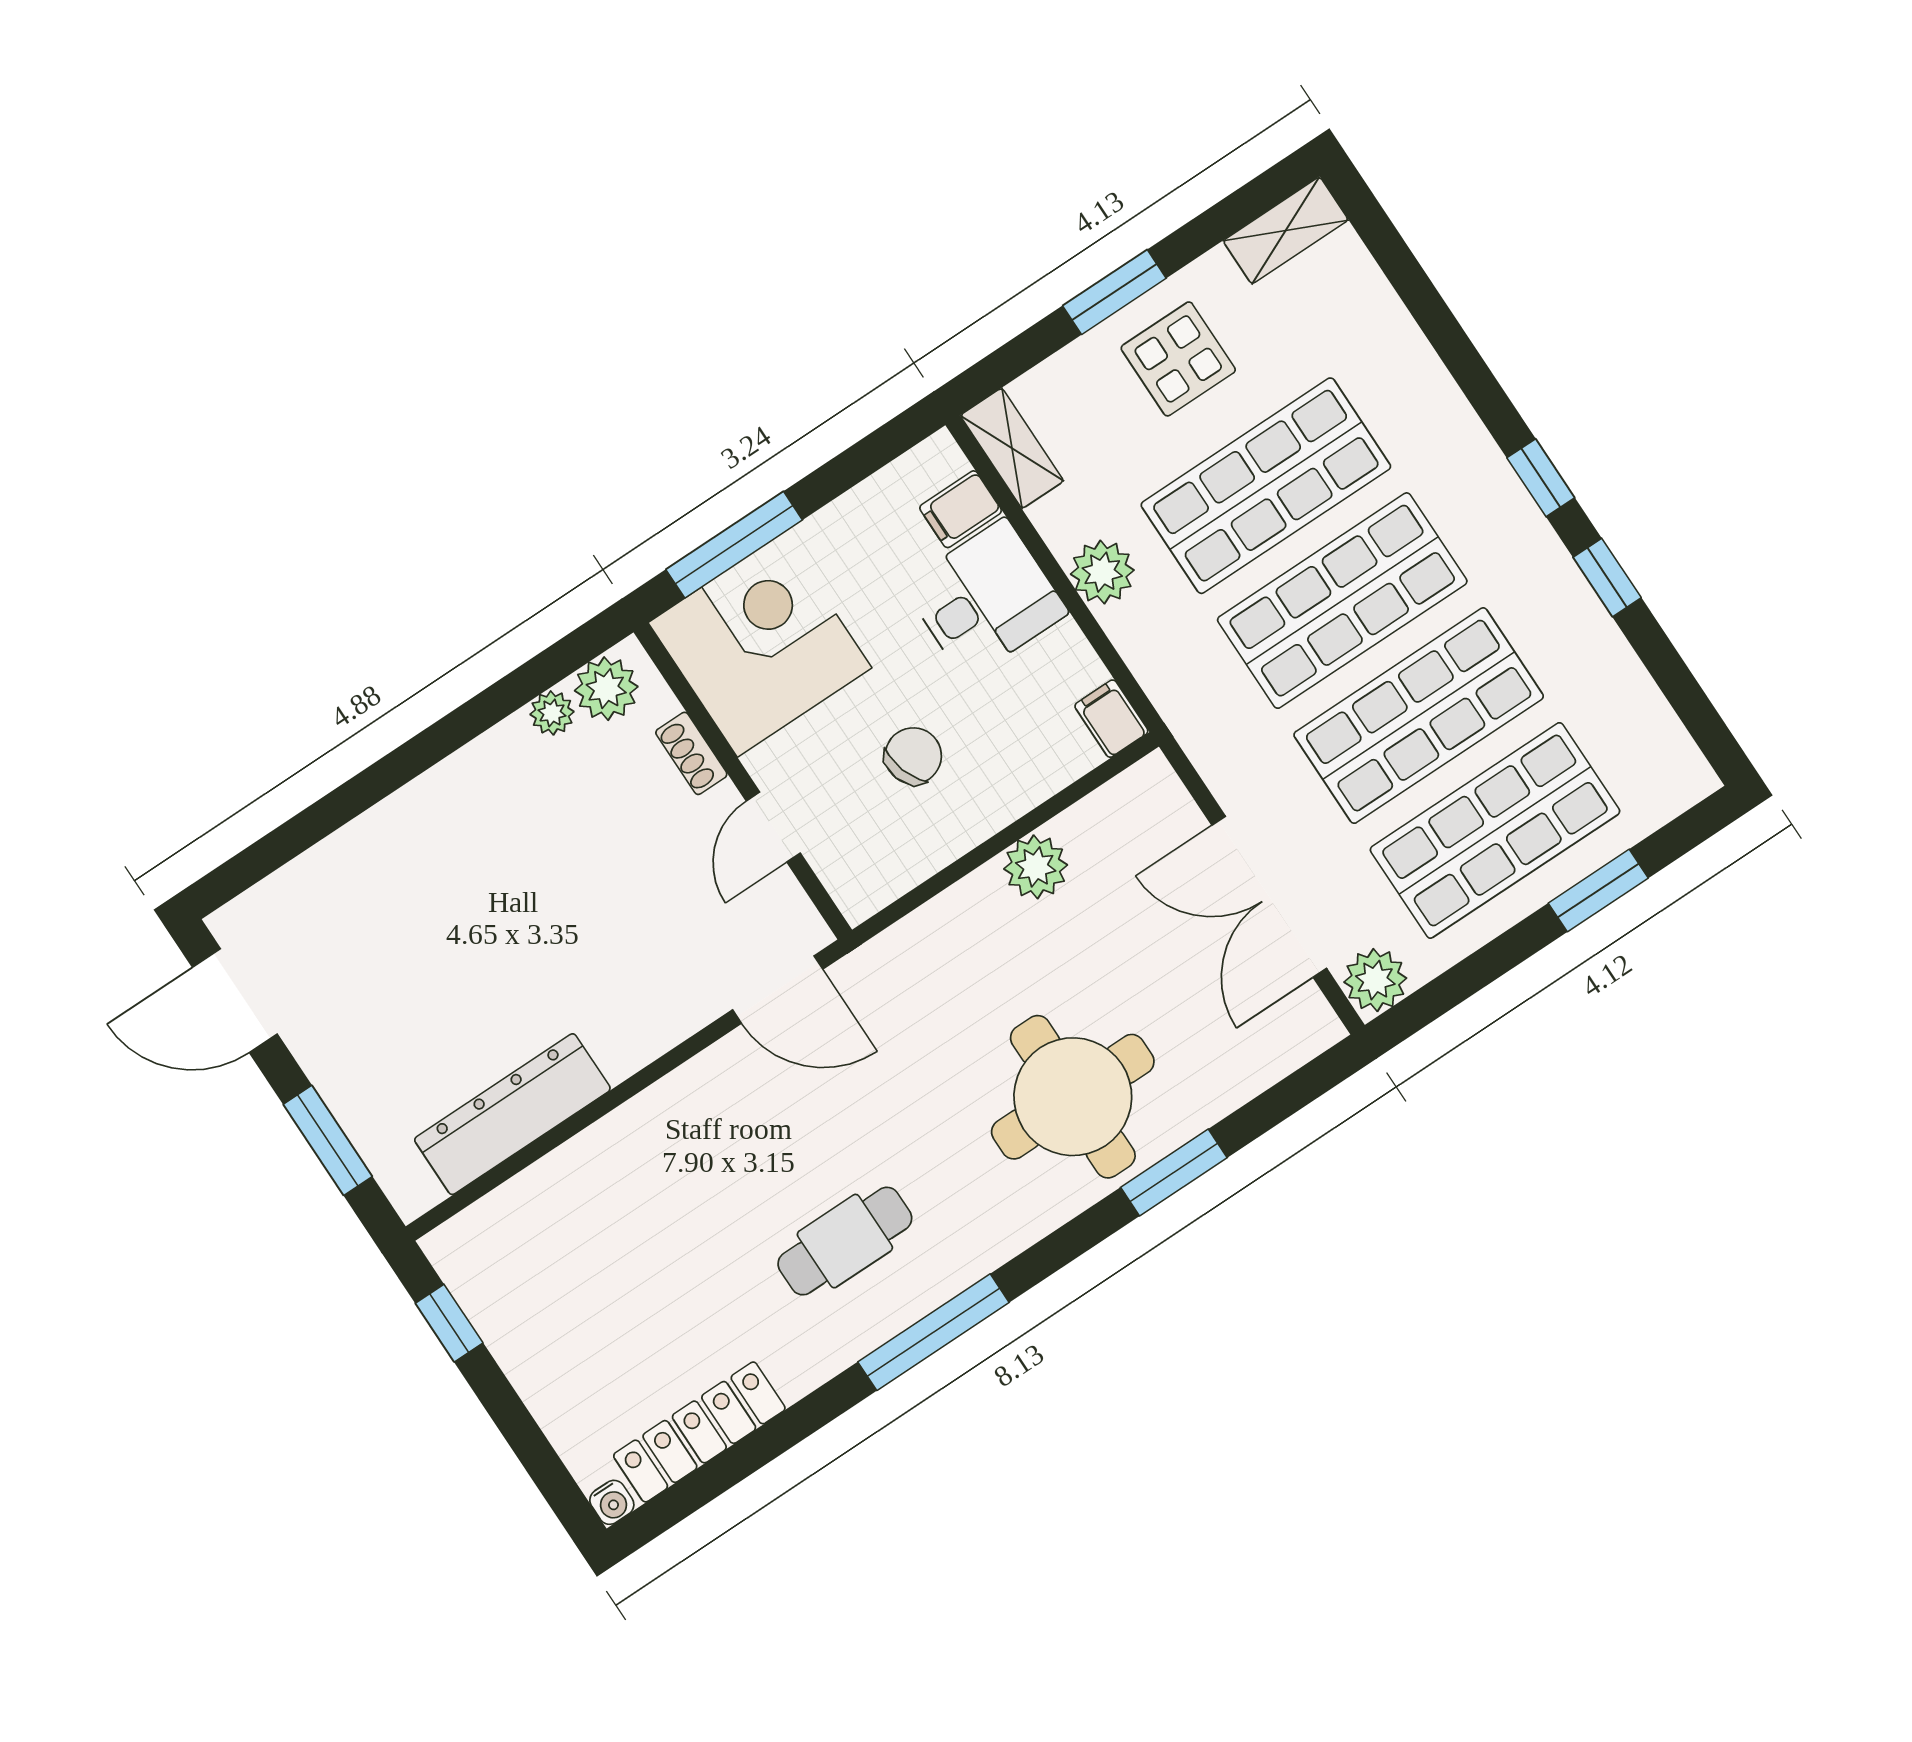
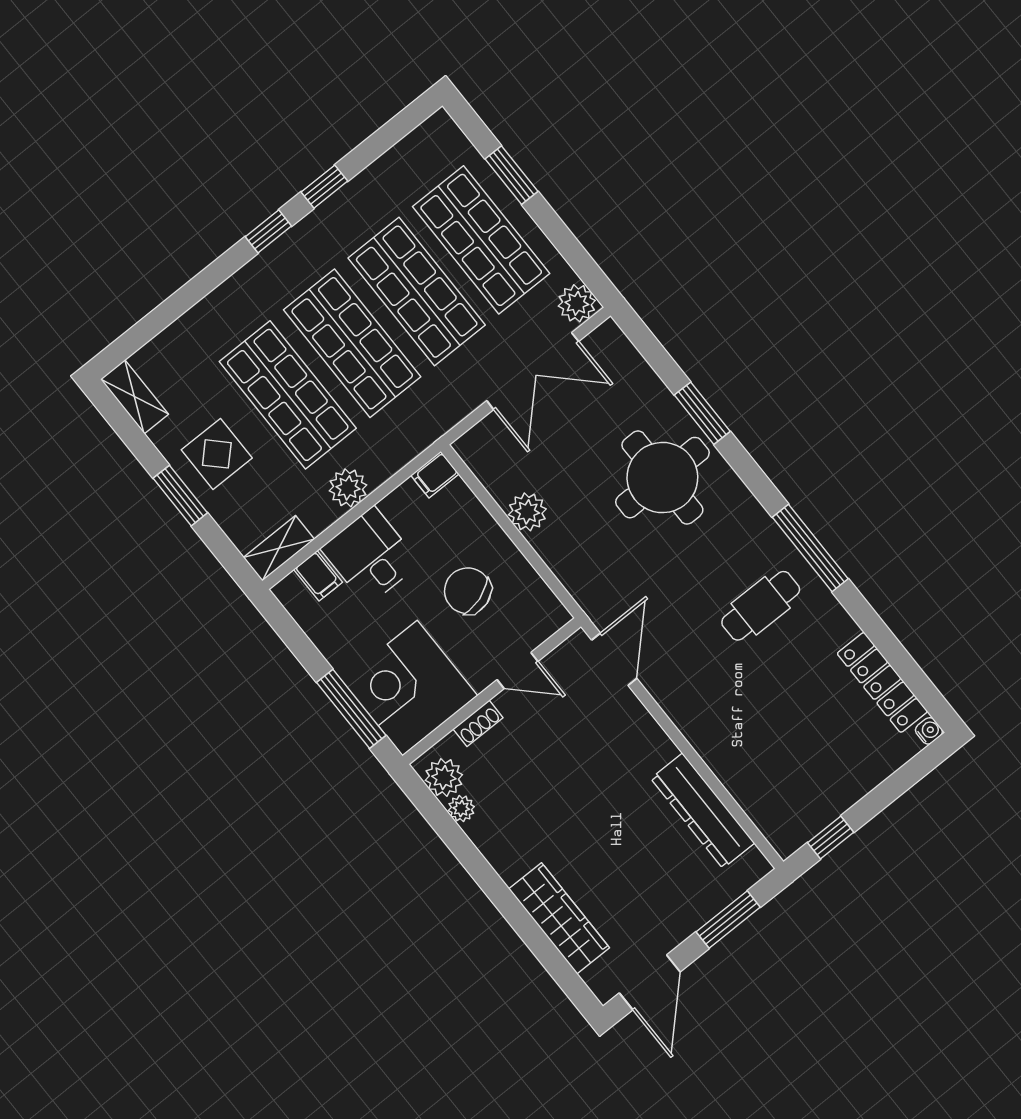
chair: (913, 756) -> (468, 591), width x1.37, depth x1.37
wardrobe: (355, 860) -> (559, 918), added
cafe table: (845, 1241) -> (761, 606), turned 90

